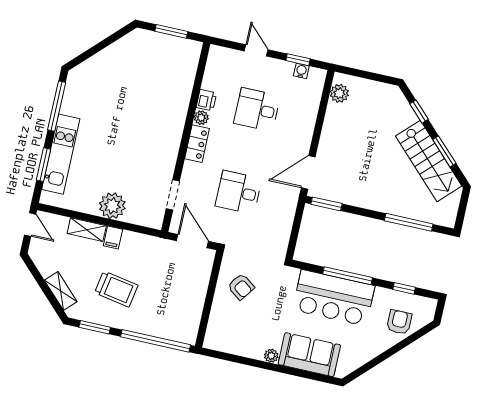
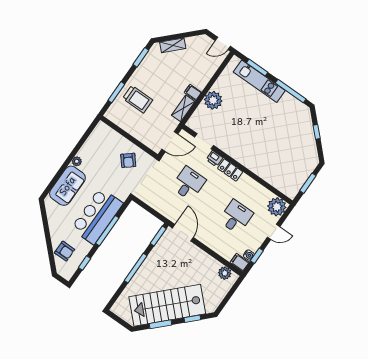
window: (97, 48) -> (317, 132), added
filing cabinet: (317, 79) -> (240, 262), added
printer: (206, 100) -> (214, 159), moved
plant: (201, 118) -> (277, 207), moved, width x1.88, depth x1.88
stairs: (429, 161) -> (167, 305), width x1.36, depth x1.51
window: (409, 222) -> (136, 268), moved
shelving: (87, 230) -> (183, 108), moved
armchair: (241, 287) -> (128, 160), turned -76
trolley: (116, 289) -> (138, 99), moved, turned -100
window: (156, 341) -> (116, 92), width x0.47

